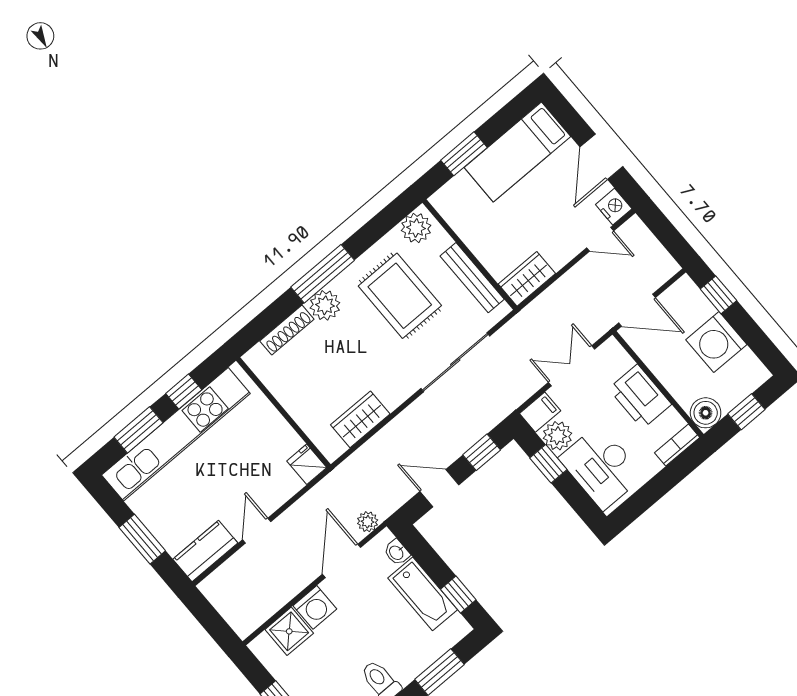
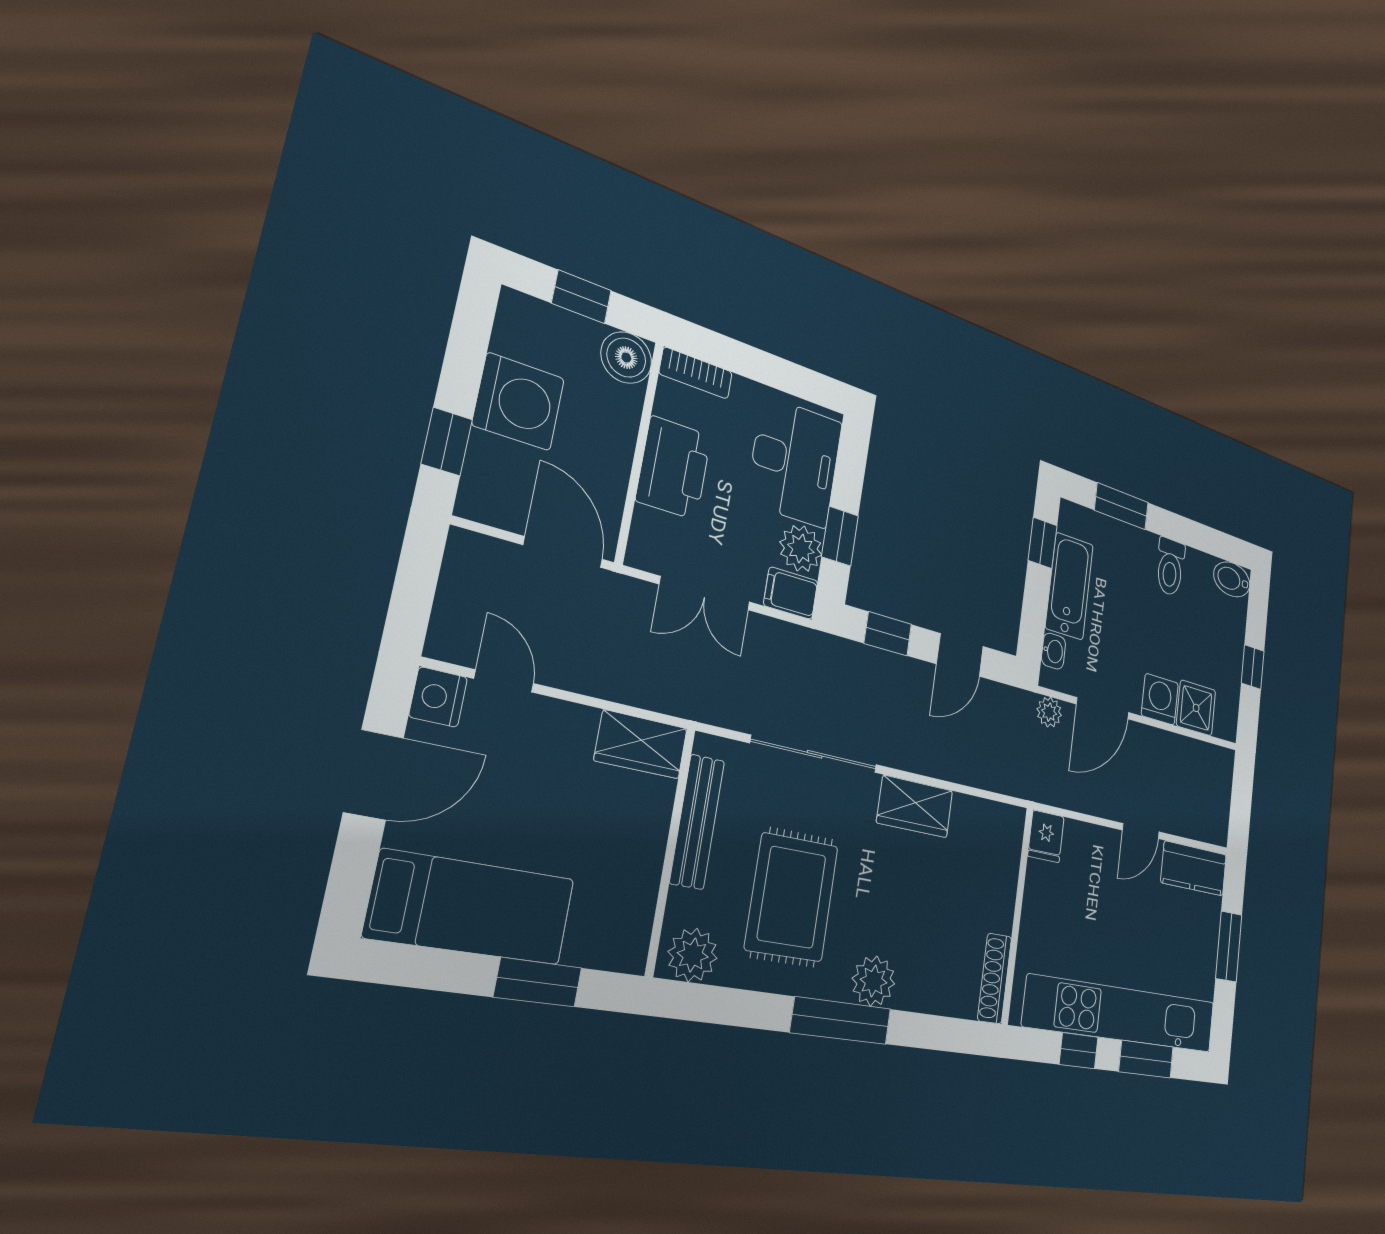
shoe rack: (287, 330) -> (995, 978), moved, turned -90
wardrobe: (360, 419) -> (915, 807), moved
door: (439, 488) -> (960, 655), hinge flipped

